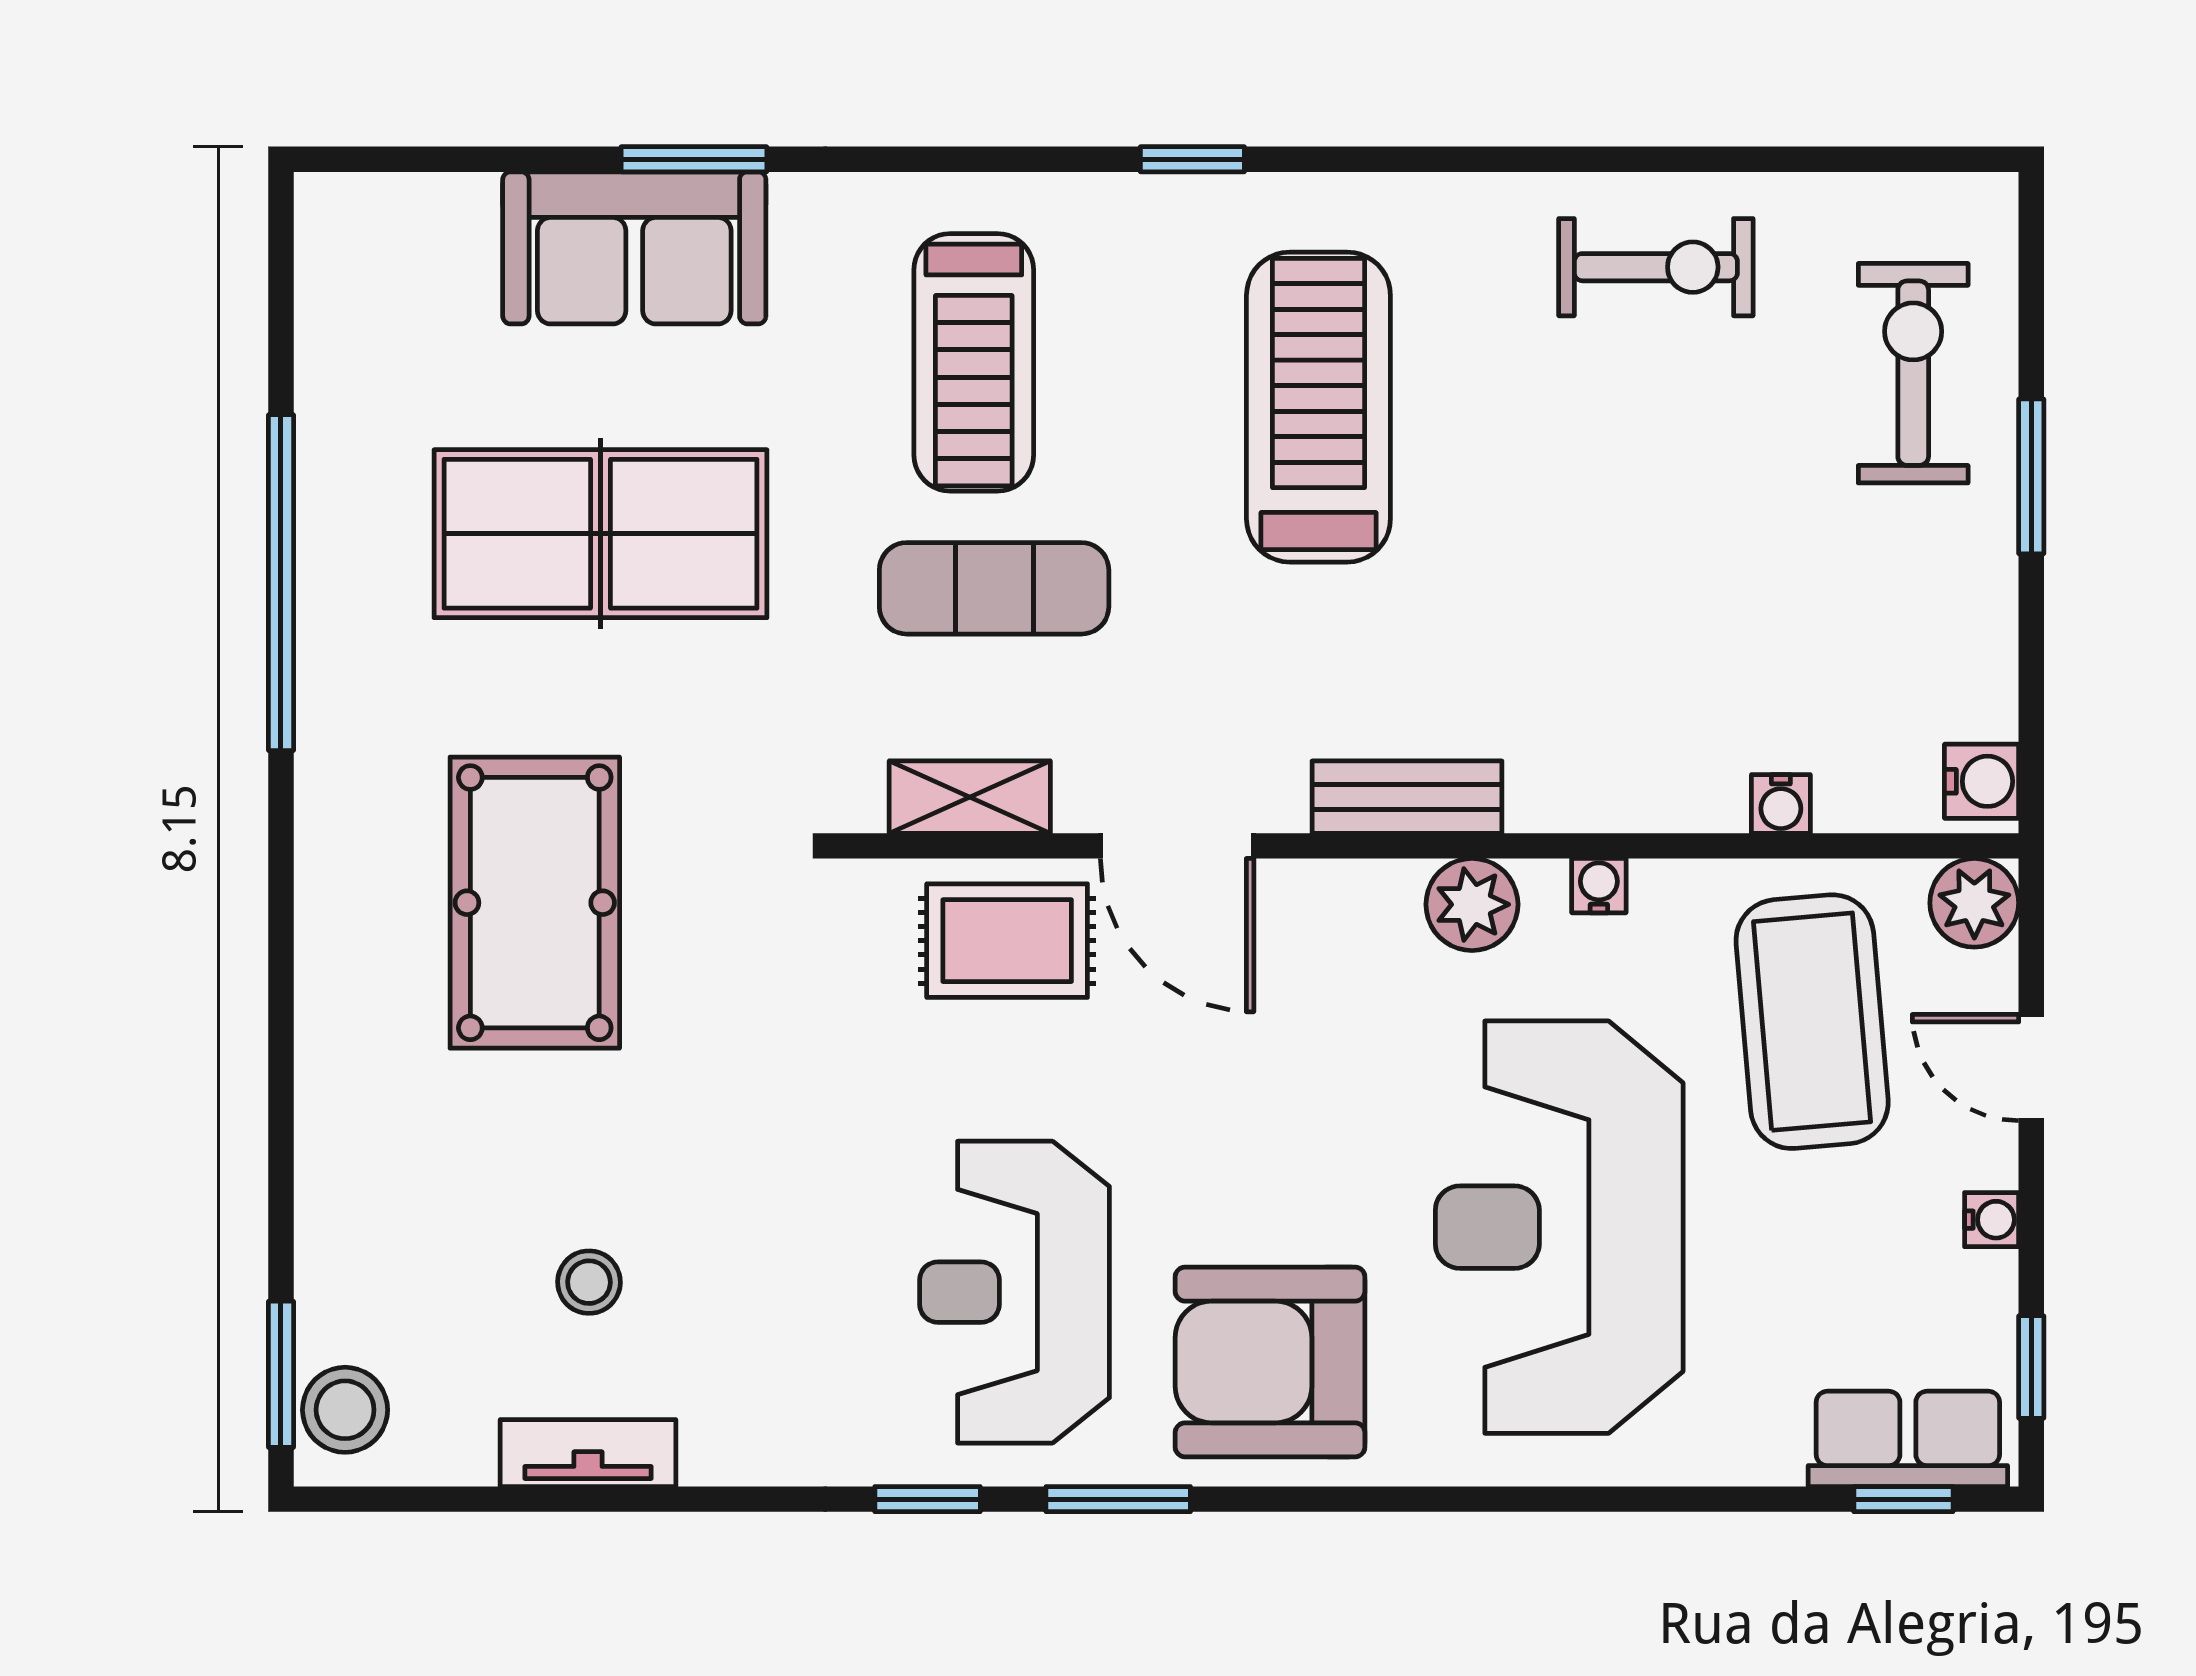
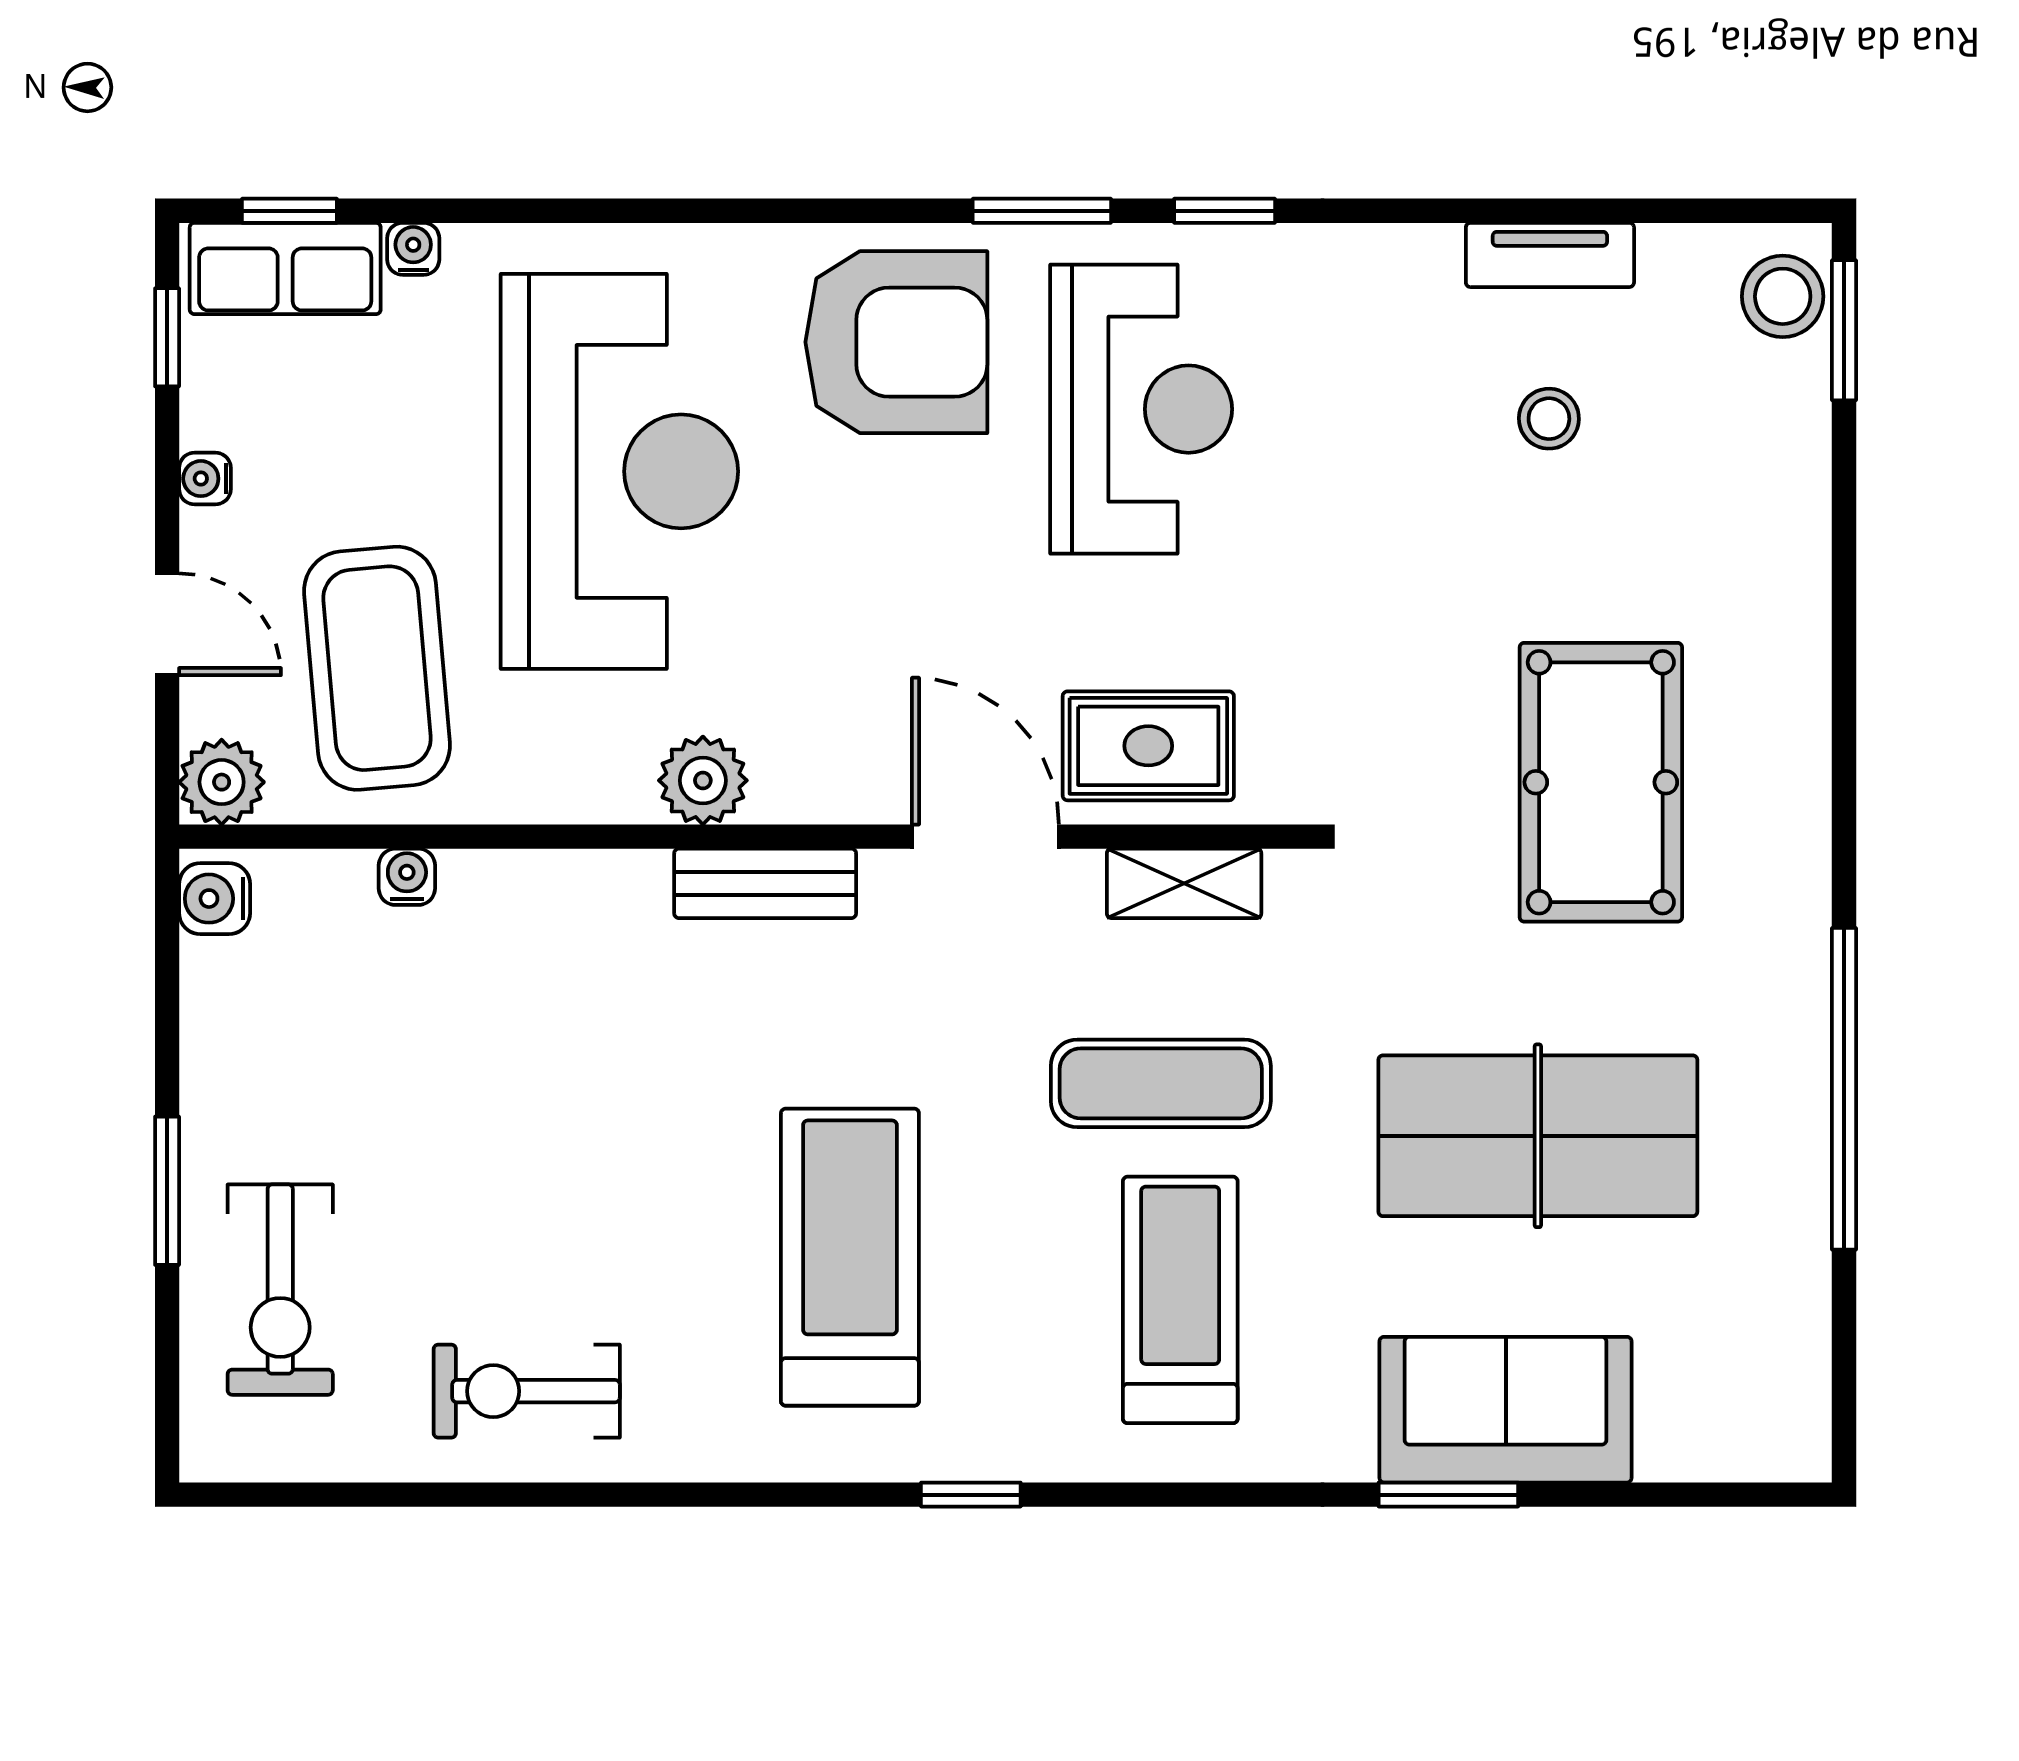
treadmill: (1318, 407) -> (850, 1257), turned 180
water cooler: (1599, 886) -> (413, 249), moved, turned 180

